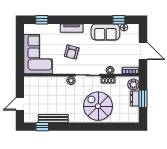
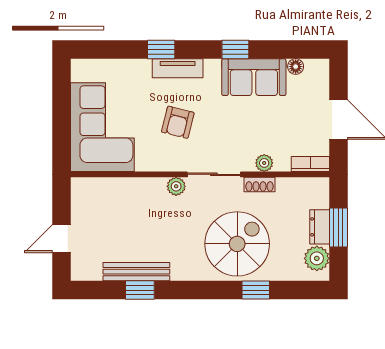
window: (42, 20) -> (161, 50), moved
window: (119, 20) -> (235, 50), moved
plant: (133, 84) -> (317, 258), moved
spiral stairs: (98, 106) -> (237, 244), turned 90
window: (42, 127) -> (140, 290), moved
window: (106, 127) -> (256, 290), added

